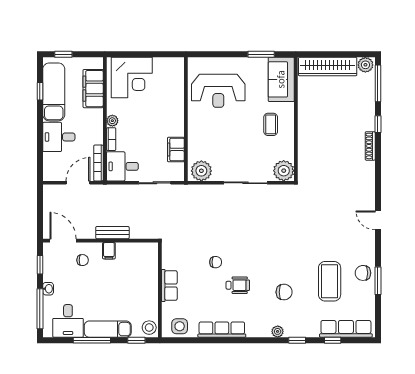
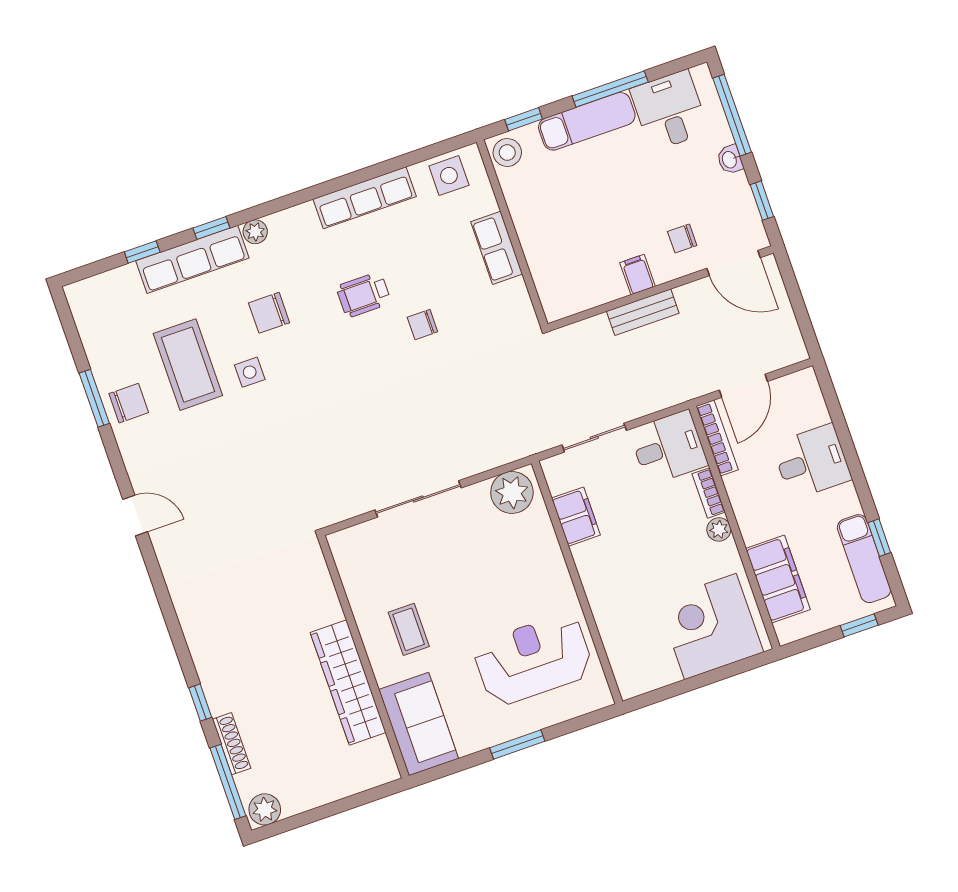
window: (261, 54) -> (517, 744), moved
wardrobe: (328, 67) -> (348, 683), moved, turned -90
exam couch: (54, 92) -> (864, 559), width x0.73, depth x0.69
shoe rack: (370, 146) -> (232, 744), moved
plant: (284, 171) -> (352, 548), removed
side table: (302, 268) -> (250, 372), added
row of seats: (346, 329) -> (192, 259), moved

